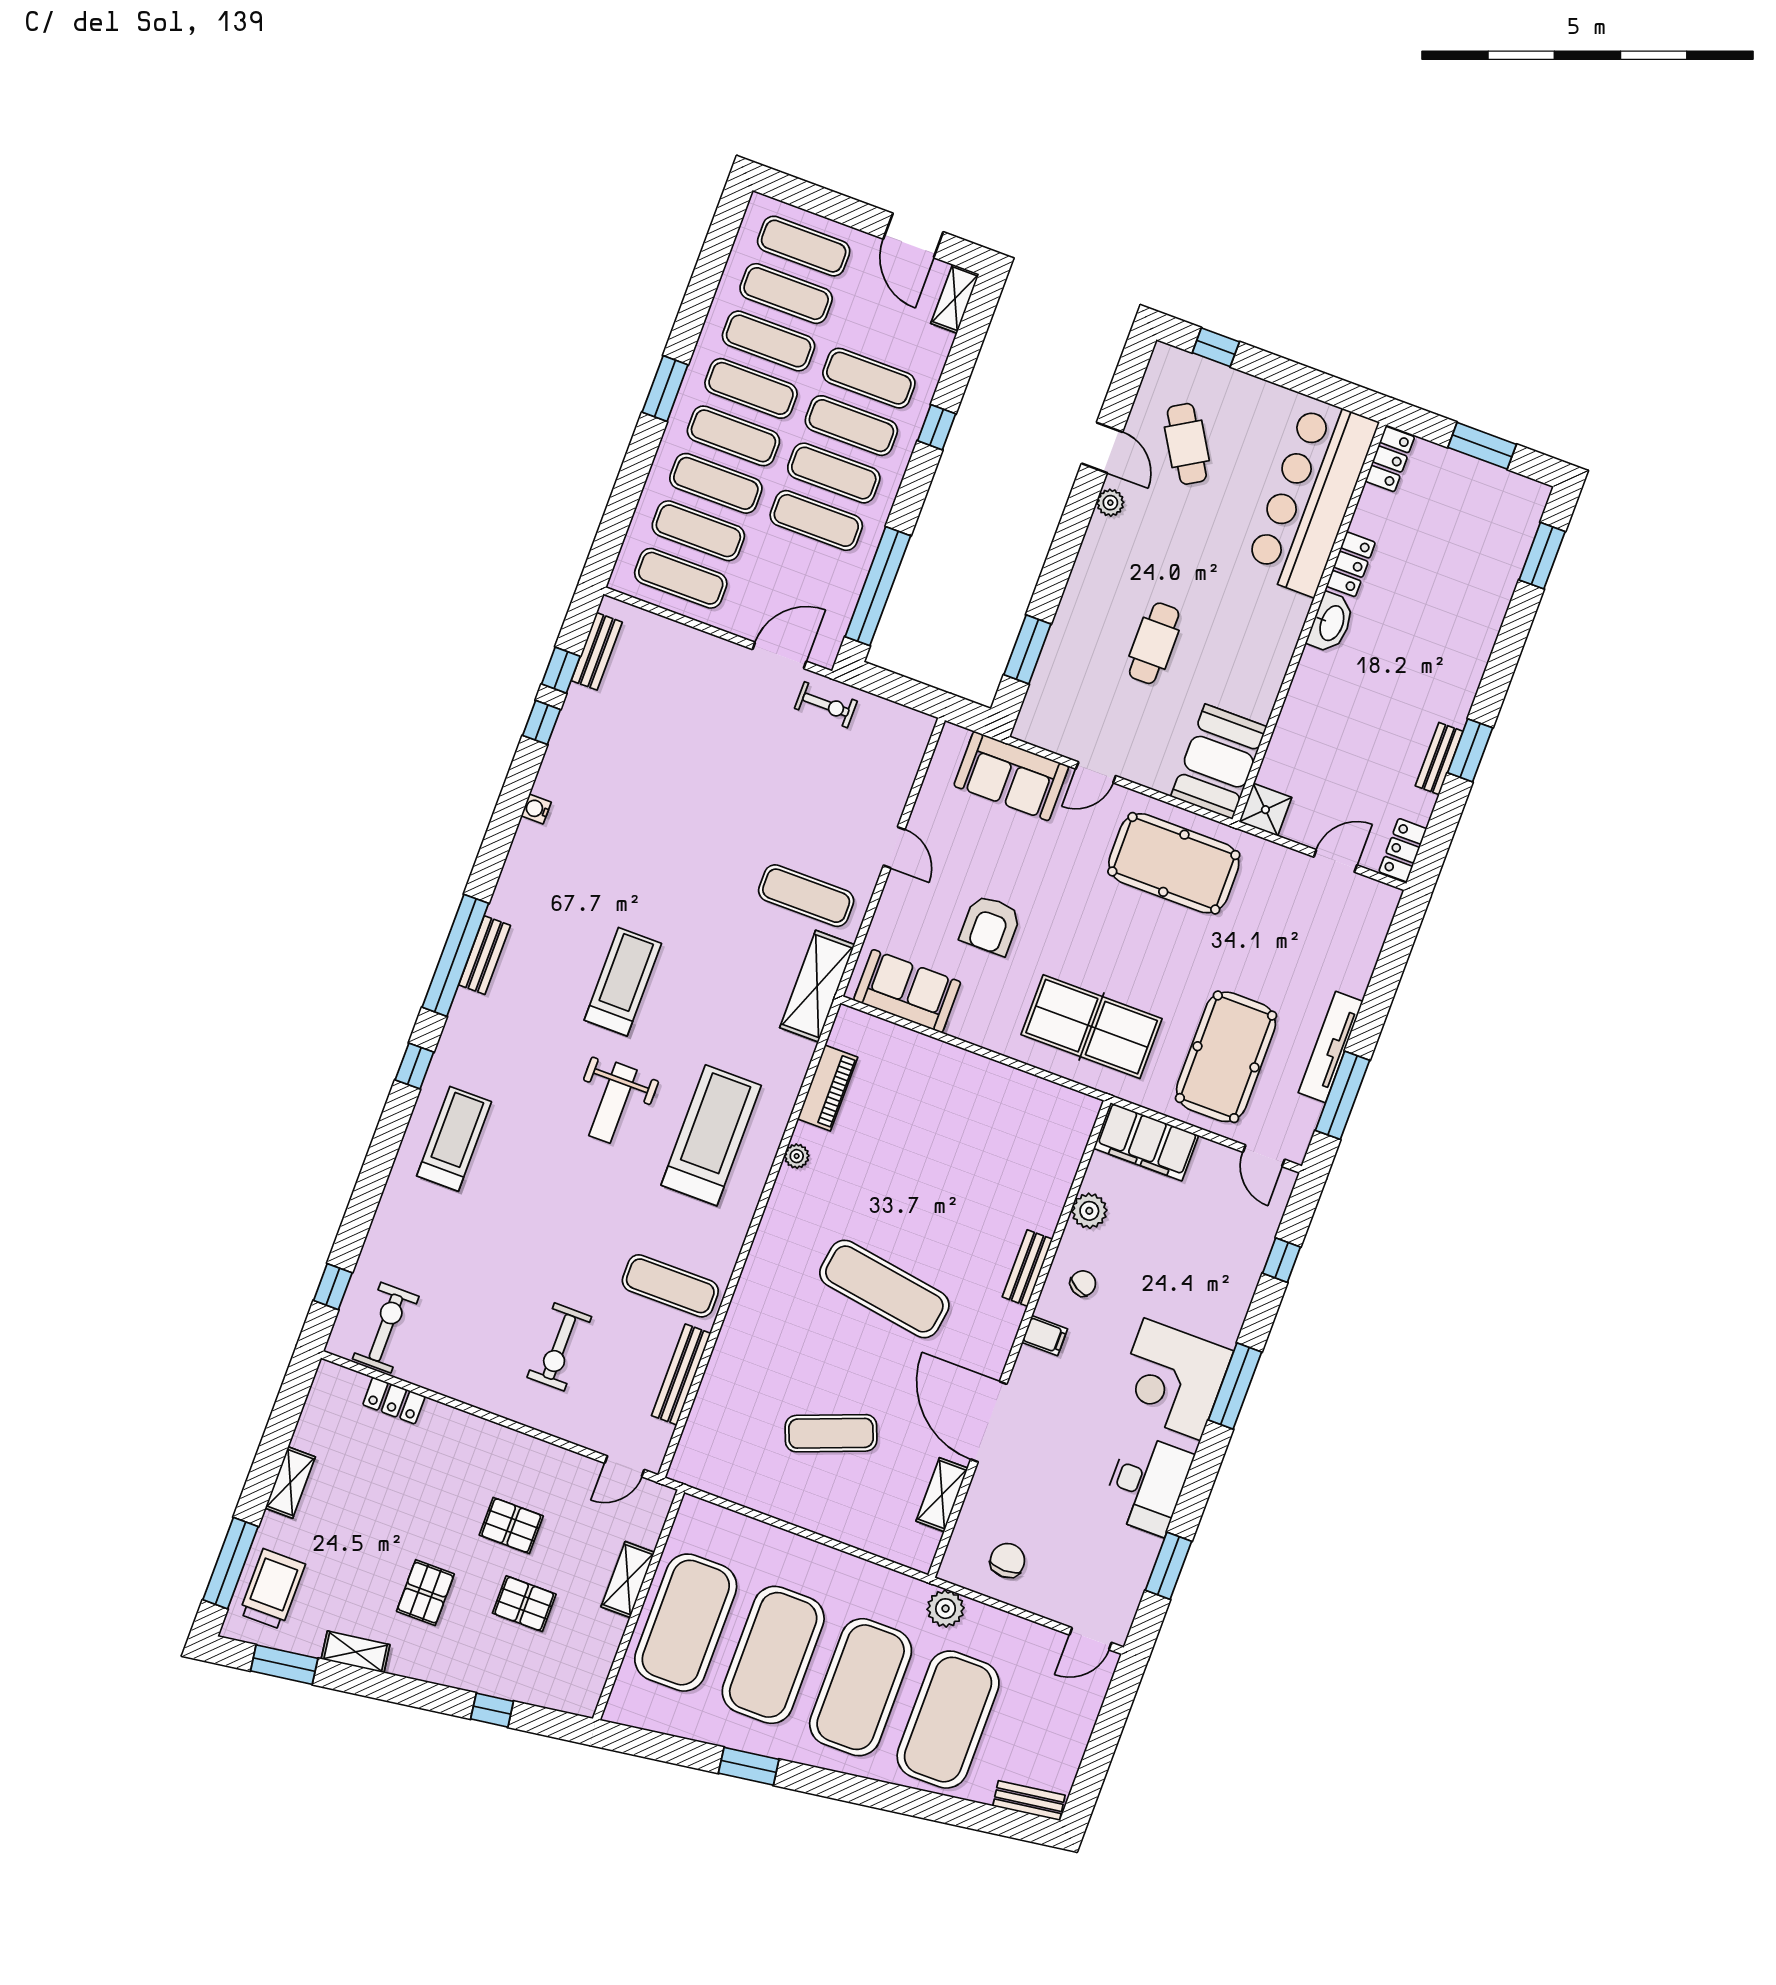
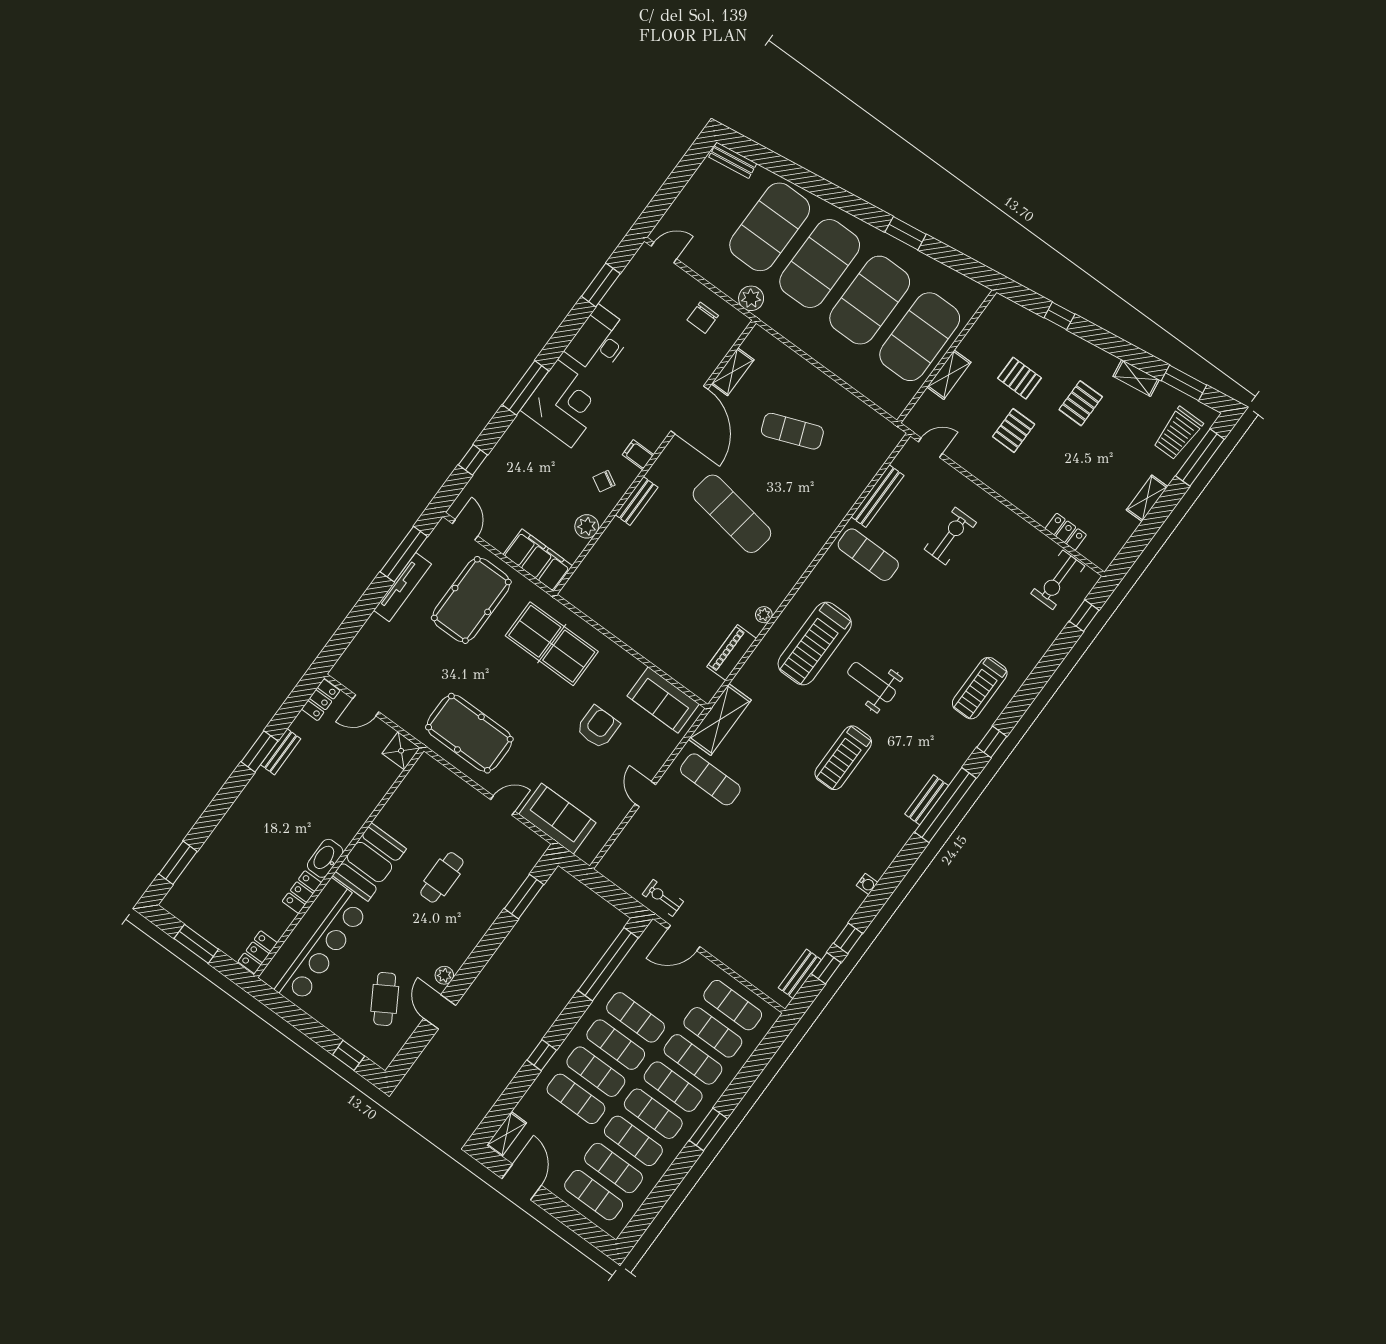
booth: (1219, 762) -> (369, 862), moved
weight bench: (613, 1103) -> (872, 682), turned -90
pallet: (511, 1525) -> (1014, 430), turned 90

